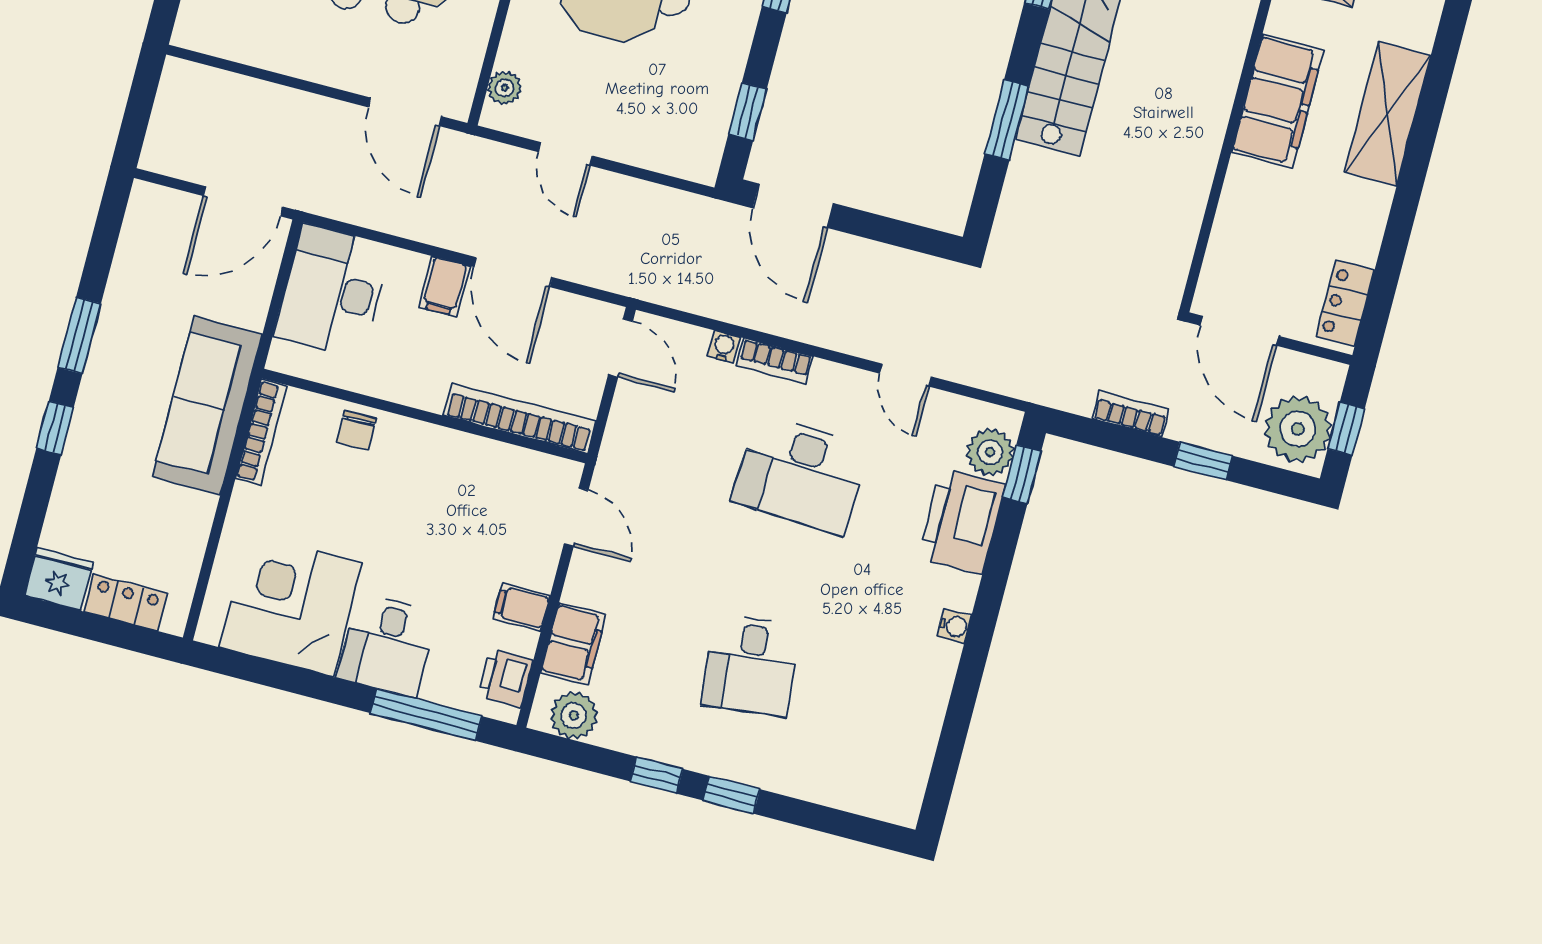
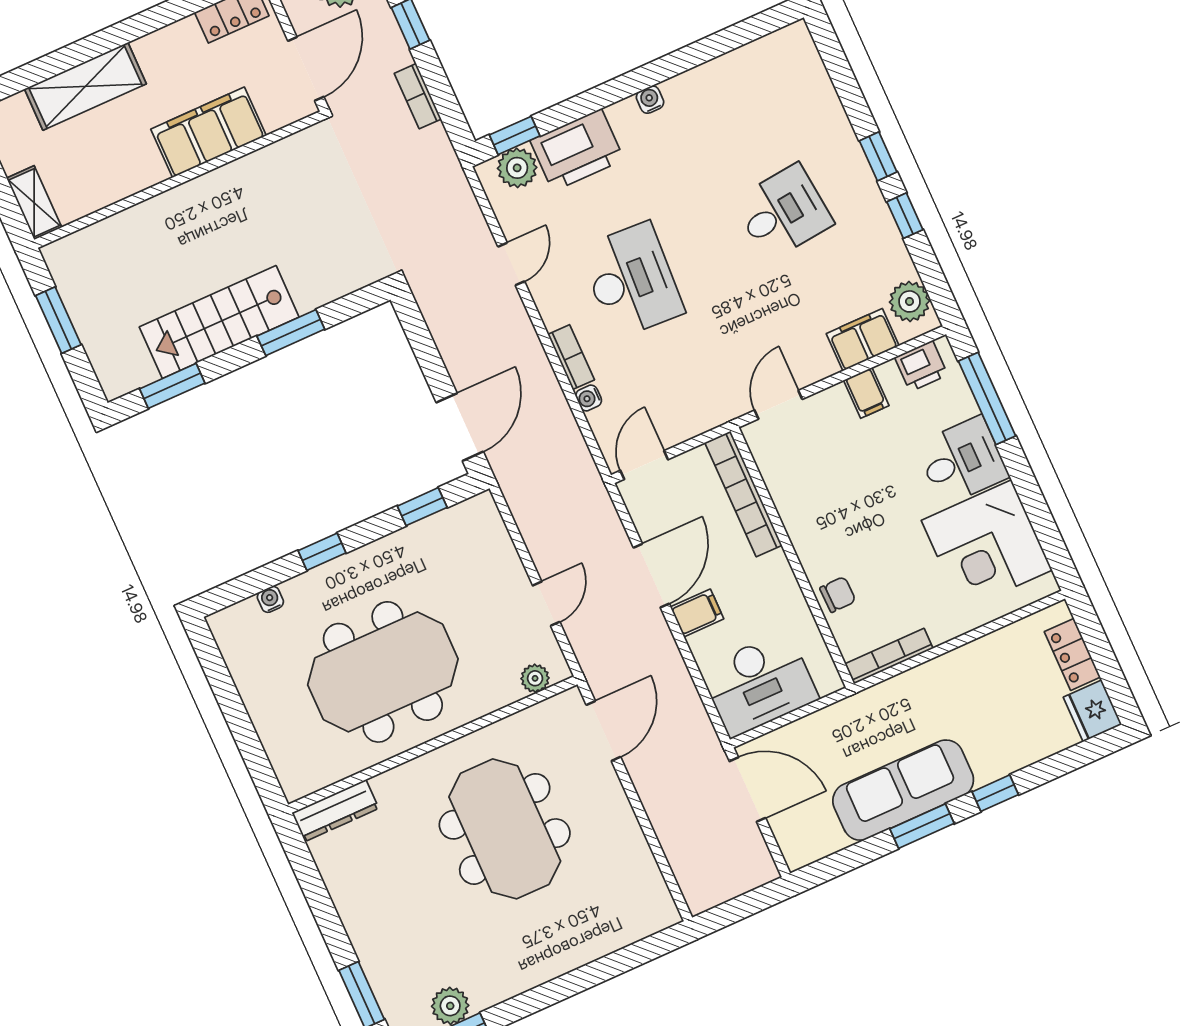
filing cabinet: (1277, 101) -> (209, 132), moved
sofa: (207, 405) -> (903, 790), moved, turned 180

